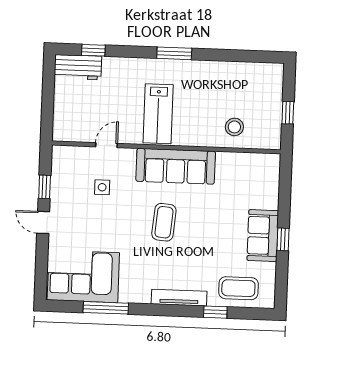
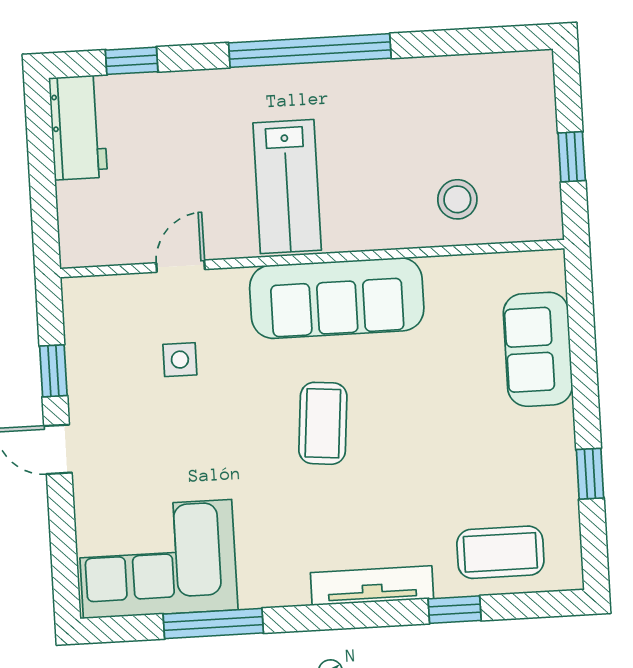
window: (174, 53) -> (310, 51), width x2.11
workbench: (78, 67) -> (78, 127), moved, turned -90
sofa: (263, 236) -> (538, 349), moved
window: (283, 239) -> (590, 474), moved

